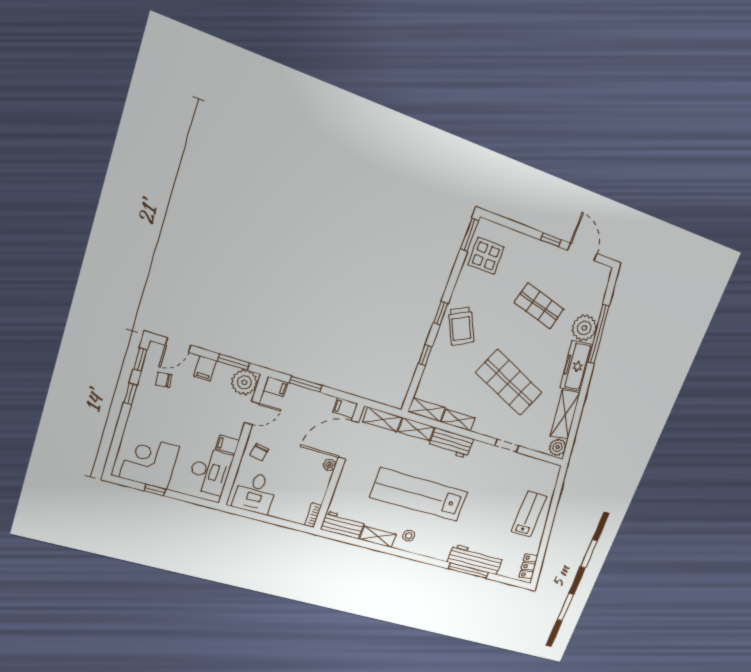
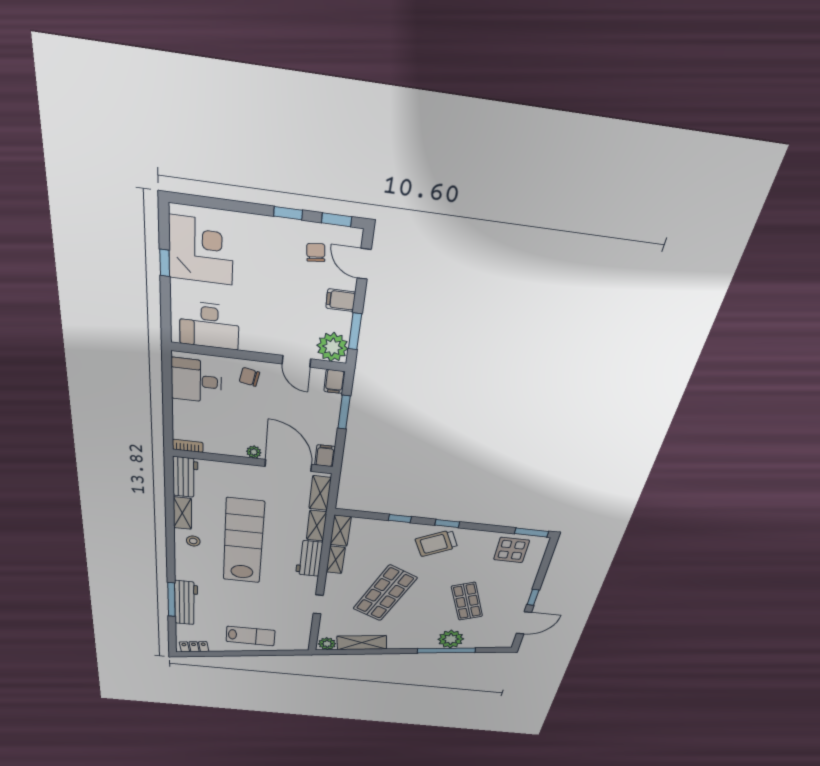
shop shelf: (539, 306) -> (467, 601), turned -36
freezer: (576, 366) -> (412, 641), removed
filing cabinet: (227, 445) -> (249, 340), removed

